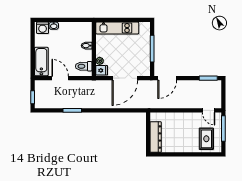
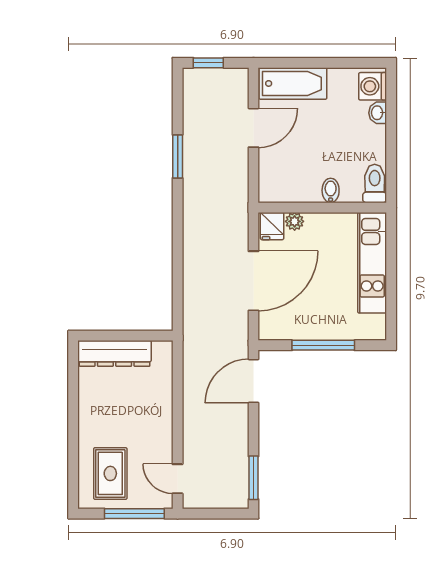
toilet: (84, 66) -> (375, 184), moved
door: (125, 78) -> (253, 281), swing flipped
door: (167, 78) -> (253, 381), hinge flipped
door: (209, 110) -> (178, 479), hinge flipped
rug: (206, 139) -> (110, 473), turned 90

